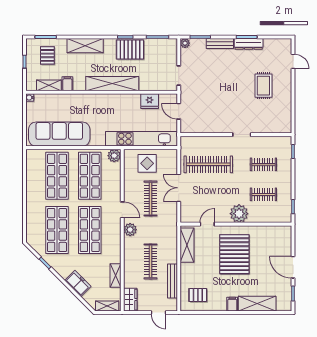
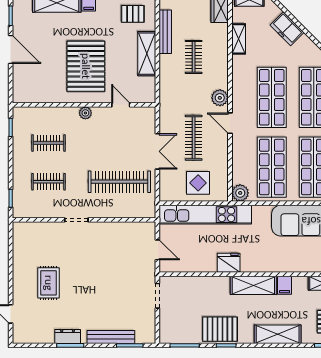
plant: (185, 43) -> (149, 337), removed
bench: (220, 44) -> (111, 337), width x1.36
dresser: (249, 44) -> (68, 336), width x0.70
filing cabinet: (67, 84) -> (285, 285), moved
shelving: (112, 84) -> (253, 285), width x0.68
fridge: (150, 101) -> (229, 263), moved
plant: (239, 214) -> (85, 113), width x0.53, depth x0.53
door: (207, 224) -> (121, 105), swing flipped
shelving: (187, 245) -> (147, 54), moved
clothes rail: (150, 261) -> (194, 57), width x0.73

